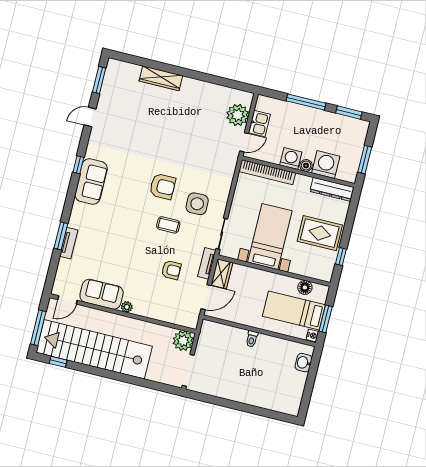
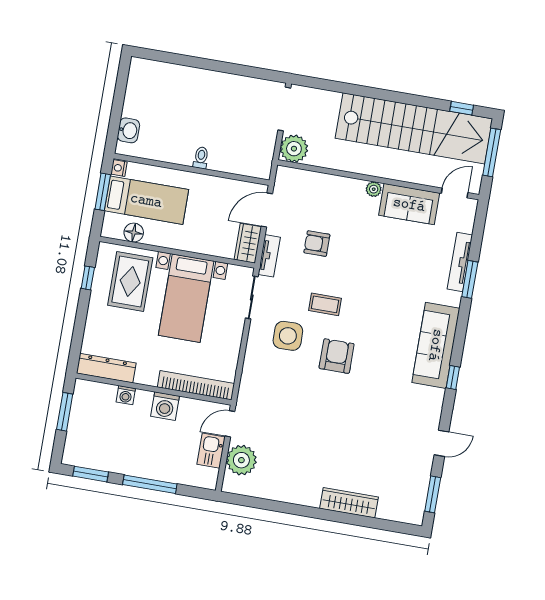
boiler: (306, 165) -> (144, 398), removed
washing machine: (326, 165) -> (126, 395), width x0.53, depth x0.53
sofa: (91, 181) -> (436, 345), width x1.36
armchair: (162, 186) -> (337, 356), turned 90
rug: (320, 233) -> (130, 282), moved, turned 90
tv unit: (69, 243) -> (460, 262), width x1.41

